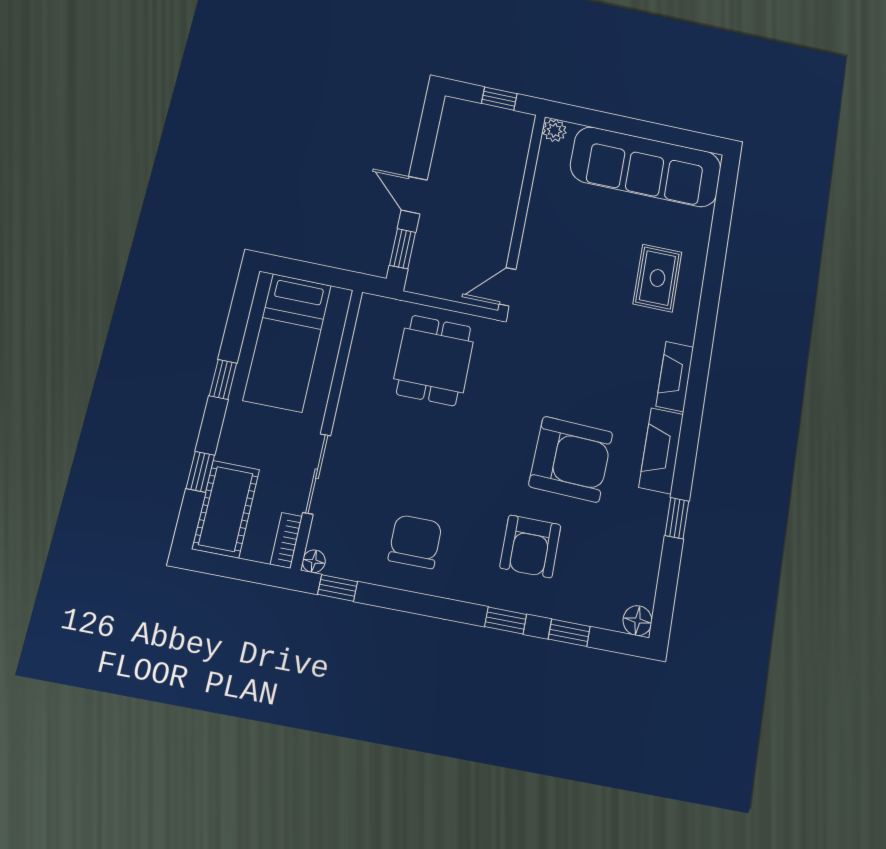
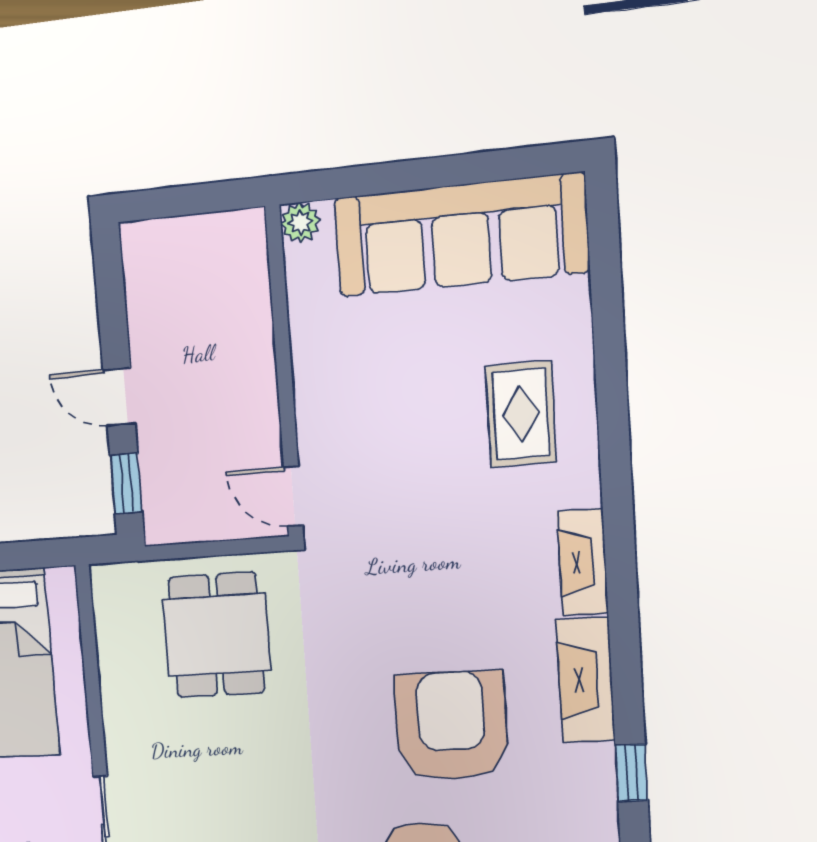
window: (499, 99) -> (202, 198), removed
door: (508, 287) -> (293, 496), hinge flipped
armchair: (571, 459) -> (451, 726), turned -92

